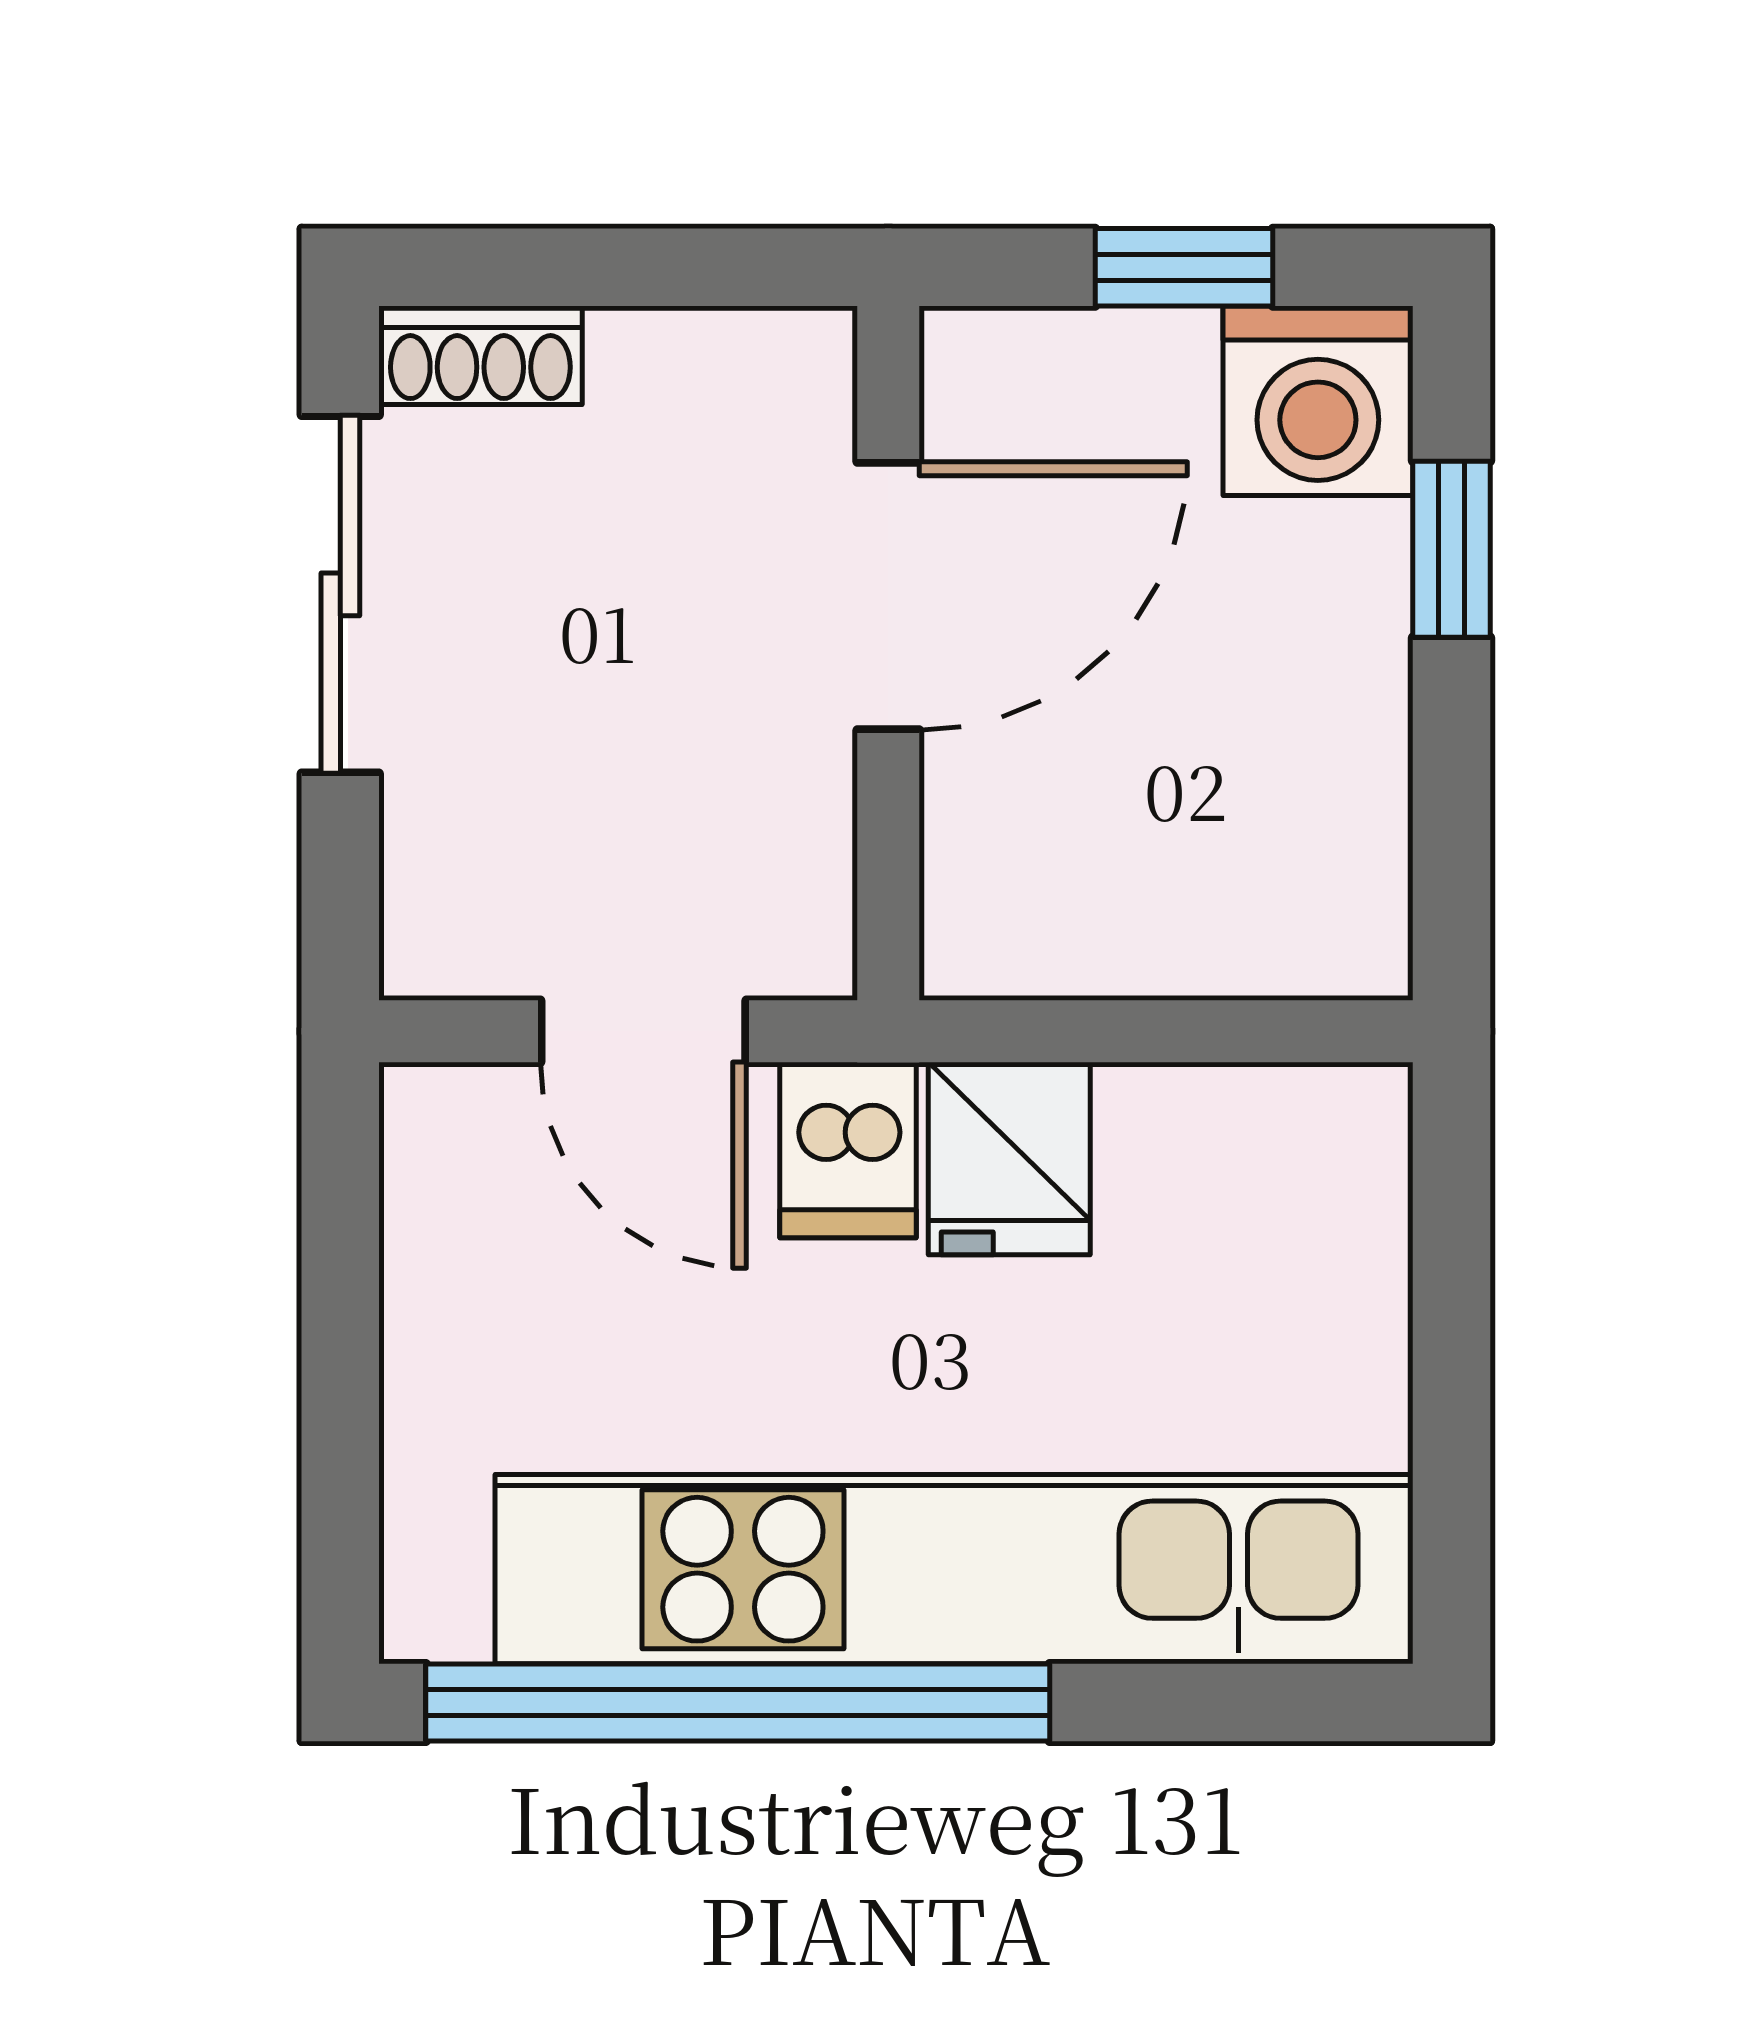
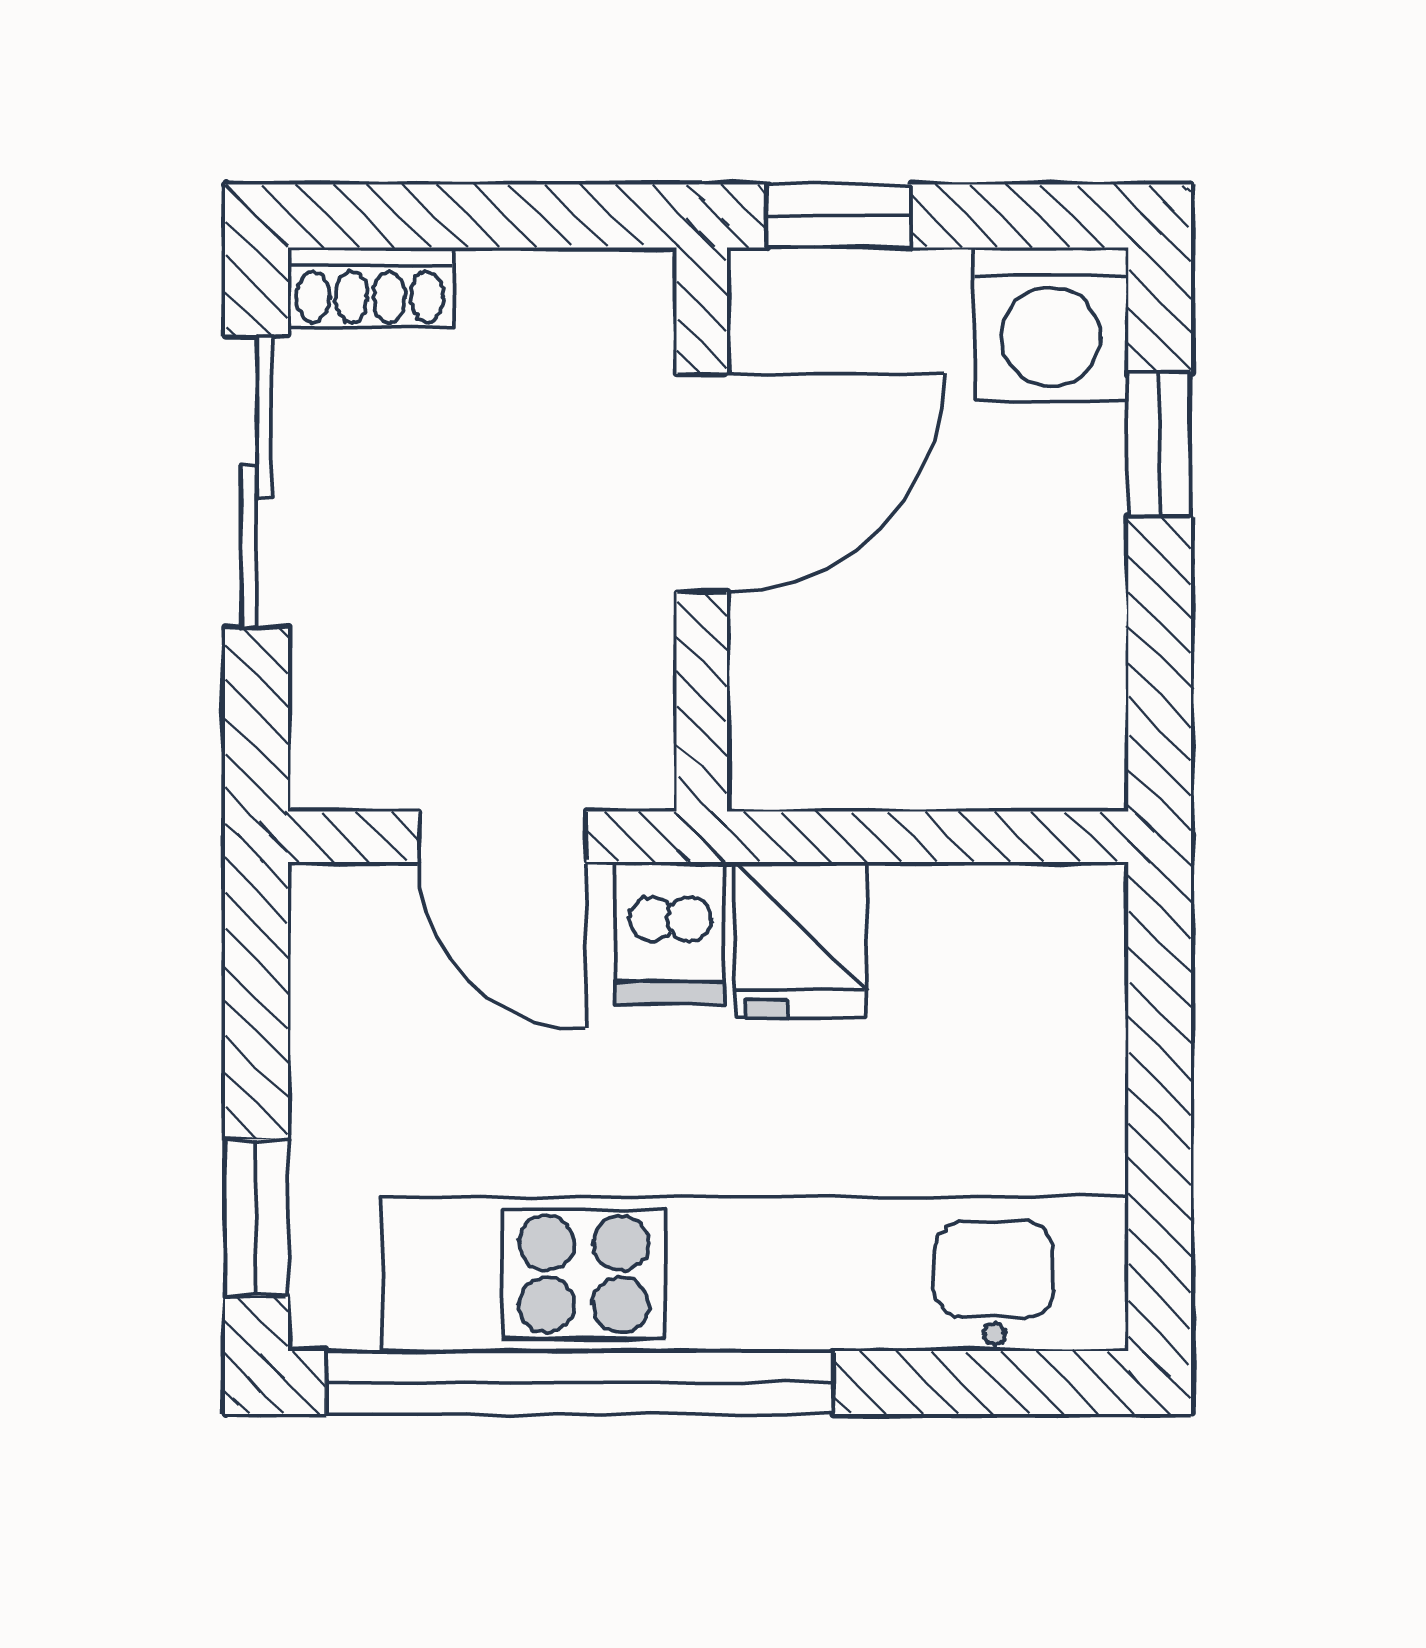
window: (1184, 267) -> (839, 216), moved
window: (340, 1500) -> (256, 1218), added

